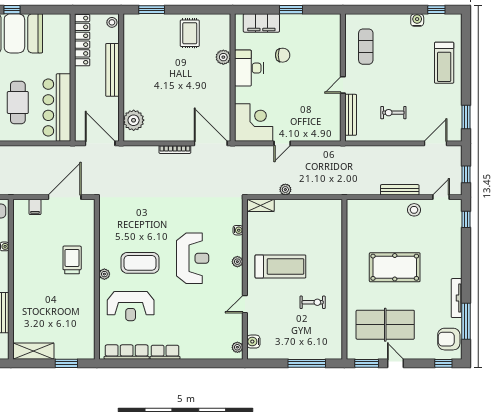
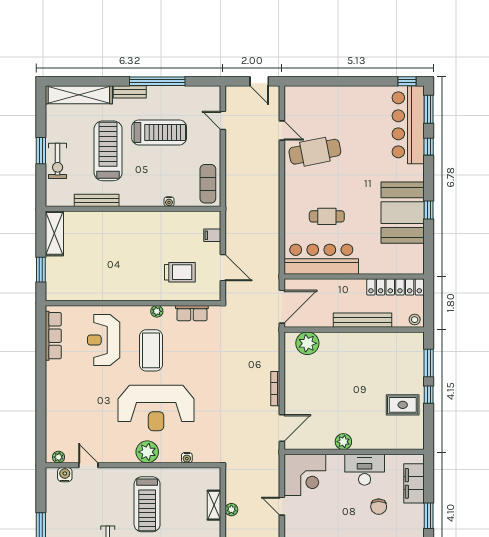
window: (180, 10) -> (429, 395), added
plant: (223, 57) -> (343, 442), moved
cafe table: (18, 103) -> (327, 216), width x0.73, depth x0.74
door: (211, 143) -> (282, 428), width x0.73
door: (65, 197) -> (223, 268), width x0.73
shelving: (260, 205) -> (214, 505), moved
reception desk: (193, 258) -> (156, 408), width x1.36, depth x1.30
trolley: (72, 260) -> (180, 272), moved
plant: (237, 262) -> (147, 452), width x1.88, depth x1.88
plant: (104, 274) -> (157, 311), moved
door: (245, 304) -> (88, 465), moved
row of seats: (165, 352) -> (192, 313), moved, turned 90

